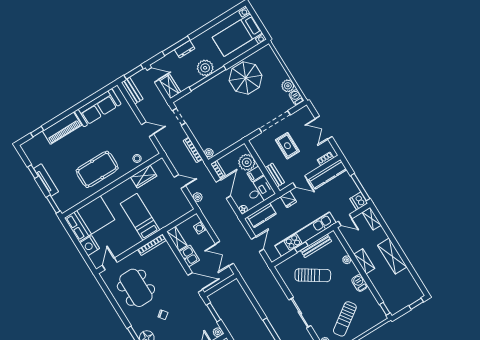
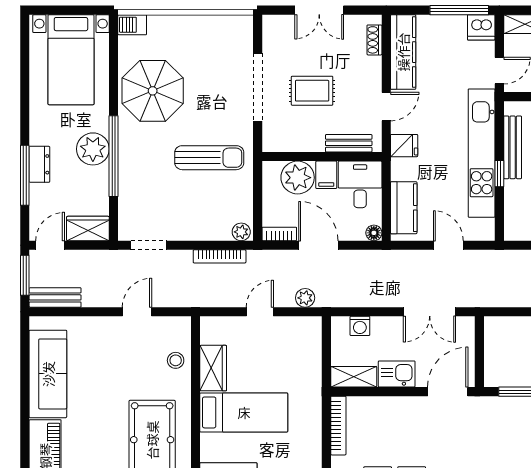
plant: (288, 86) -> (210, 27), removed
barbecue: (296, 97) -> (132, 25), moved
sun lounger: (232, 120) -> (209, 158), added
bed: (140, 217) -> (244, 412), moved, turned 180

